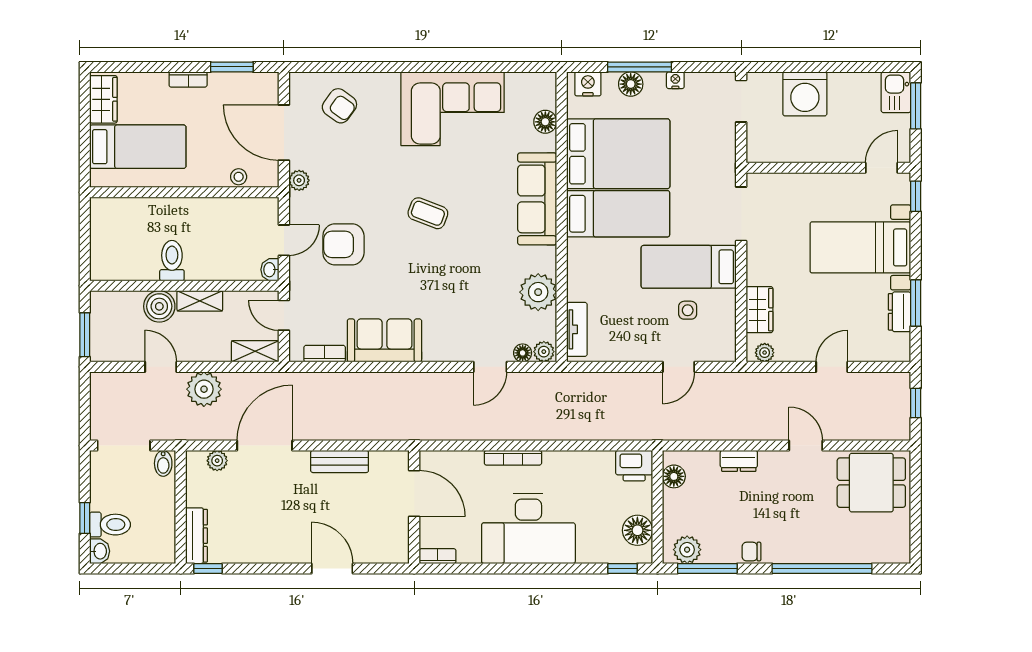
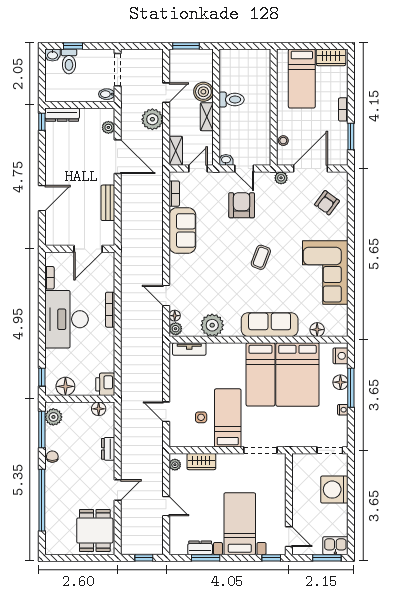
bookcase: (438, 556) -> (50, 278), moved

